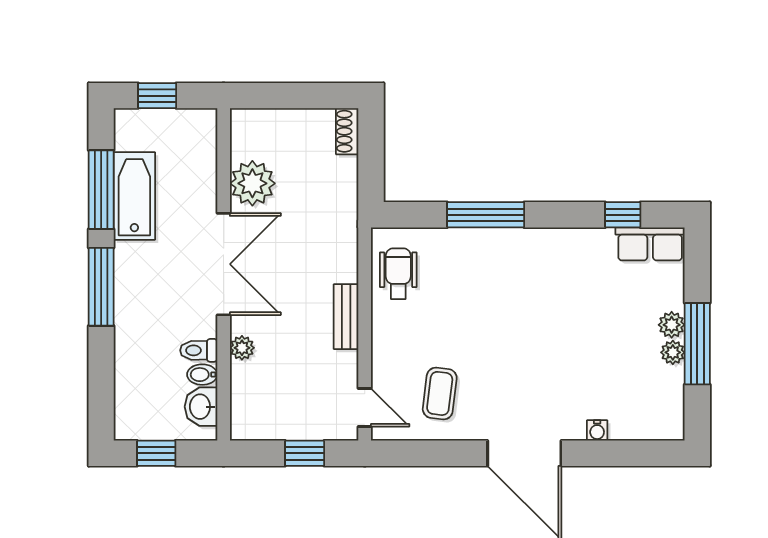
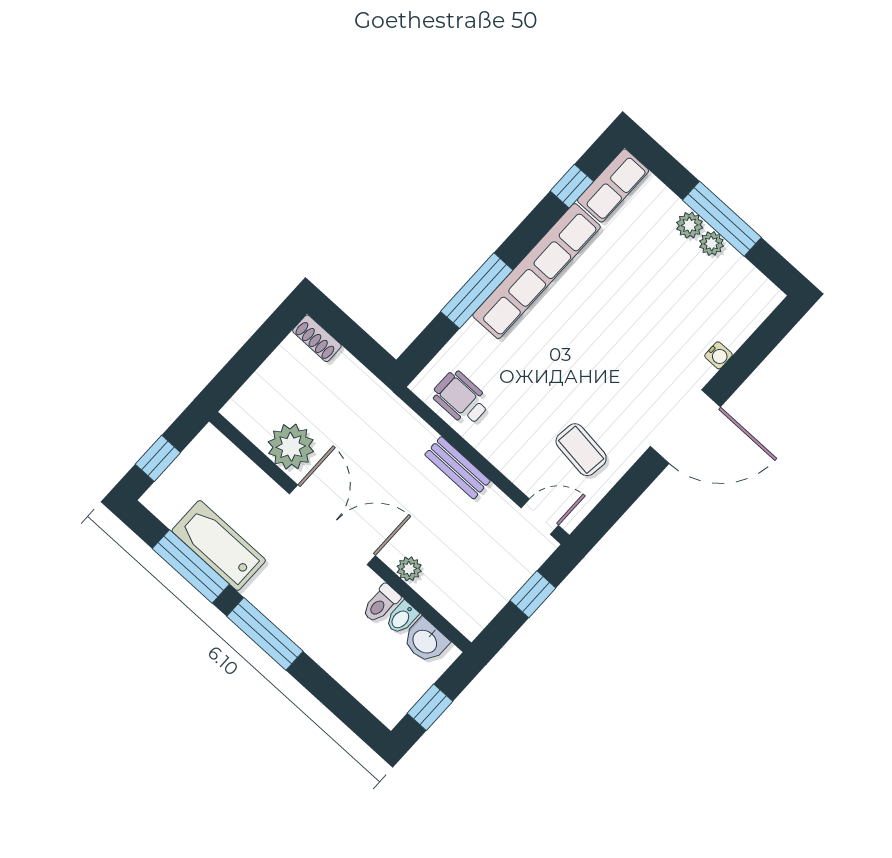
row of seats: (539, 245) -> (537, 271), added

